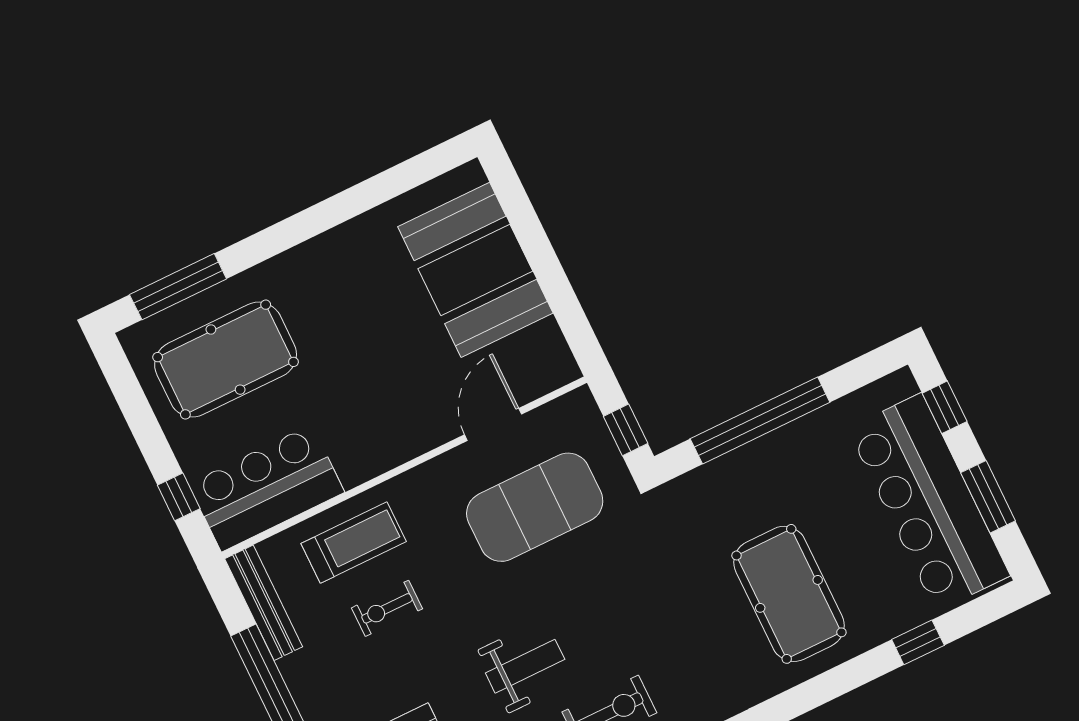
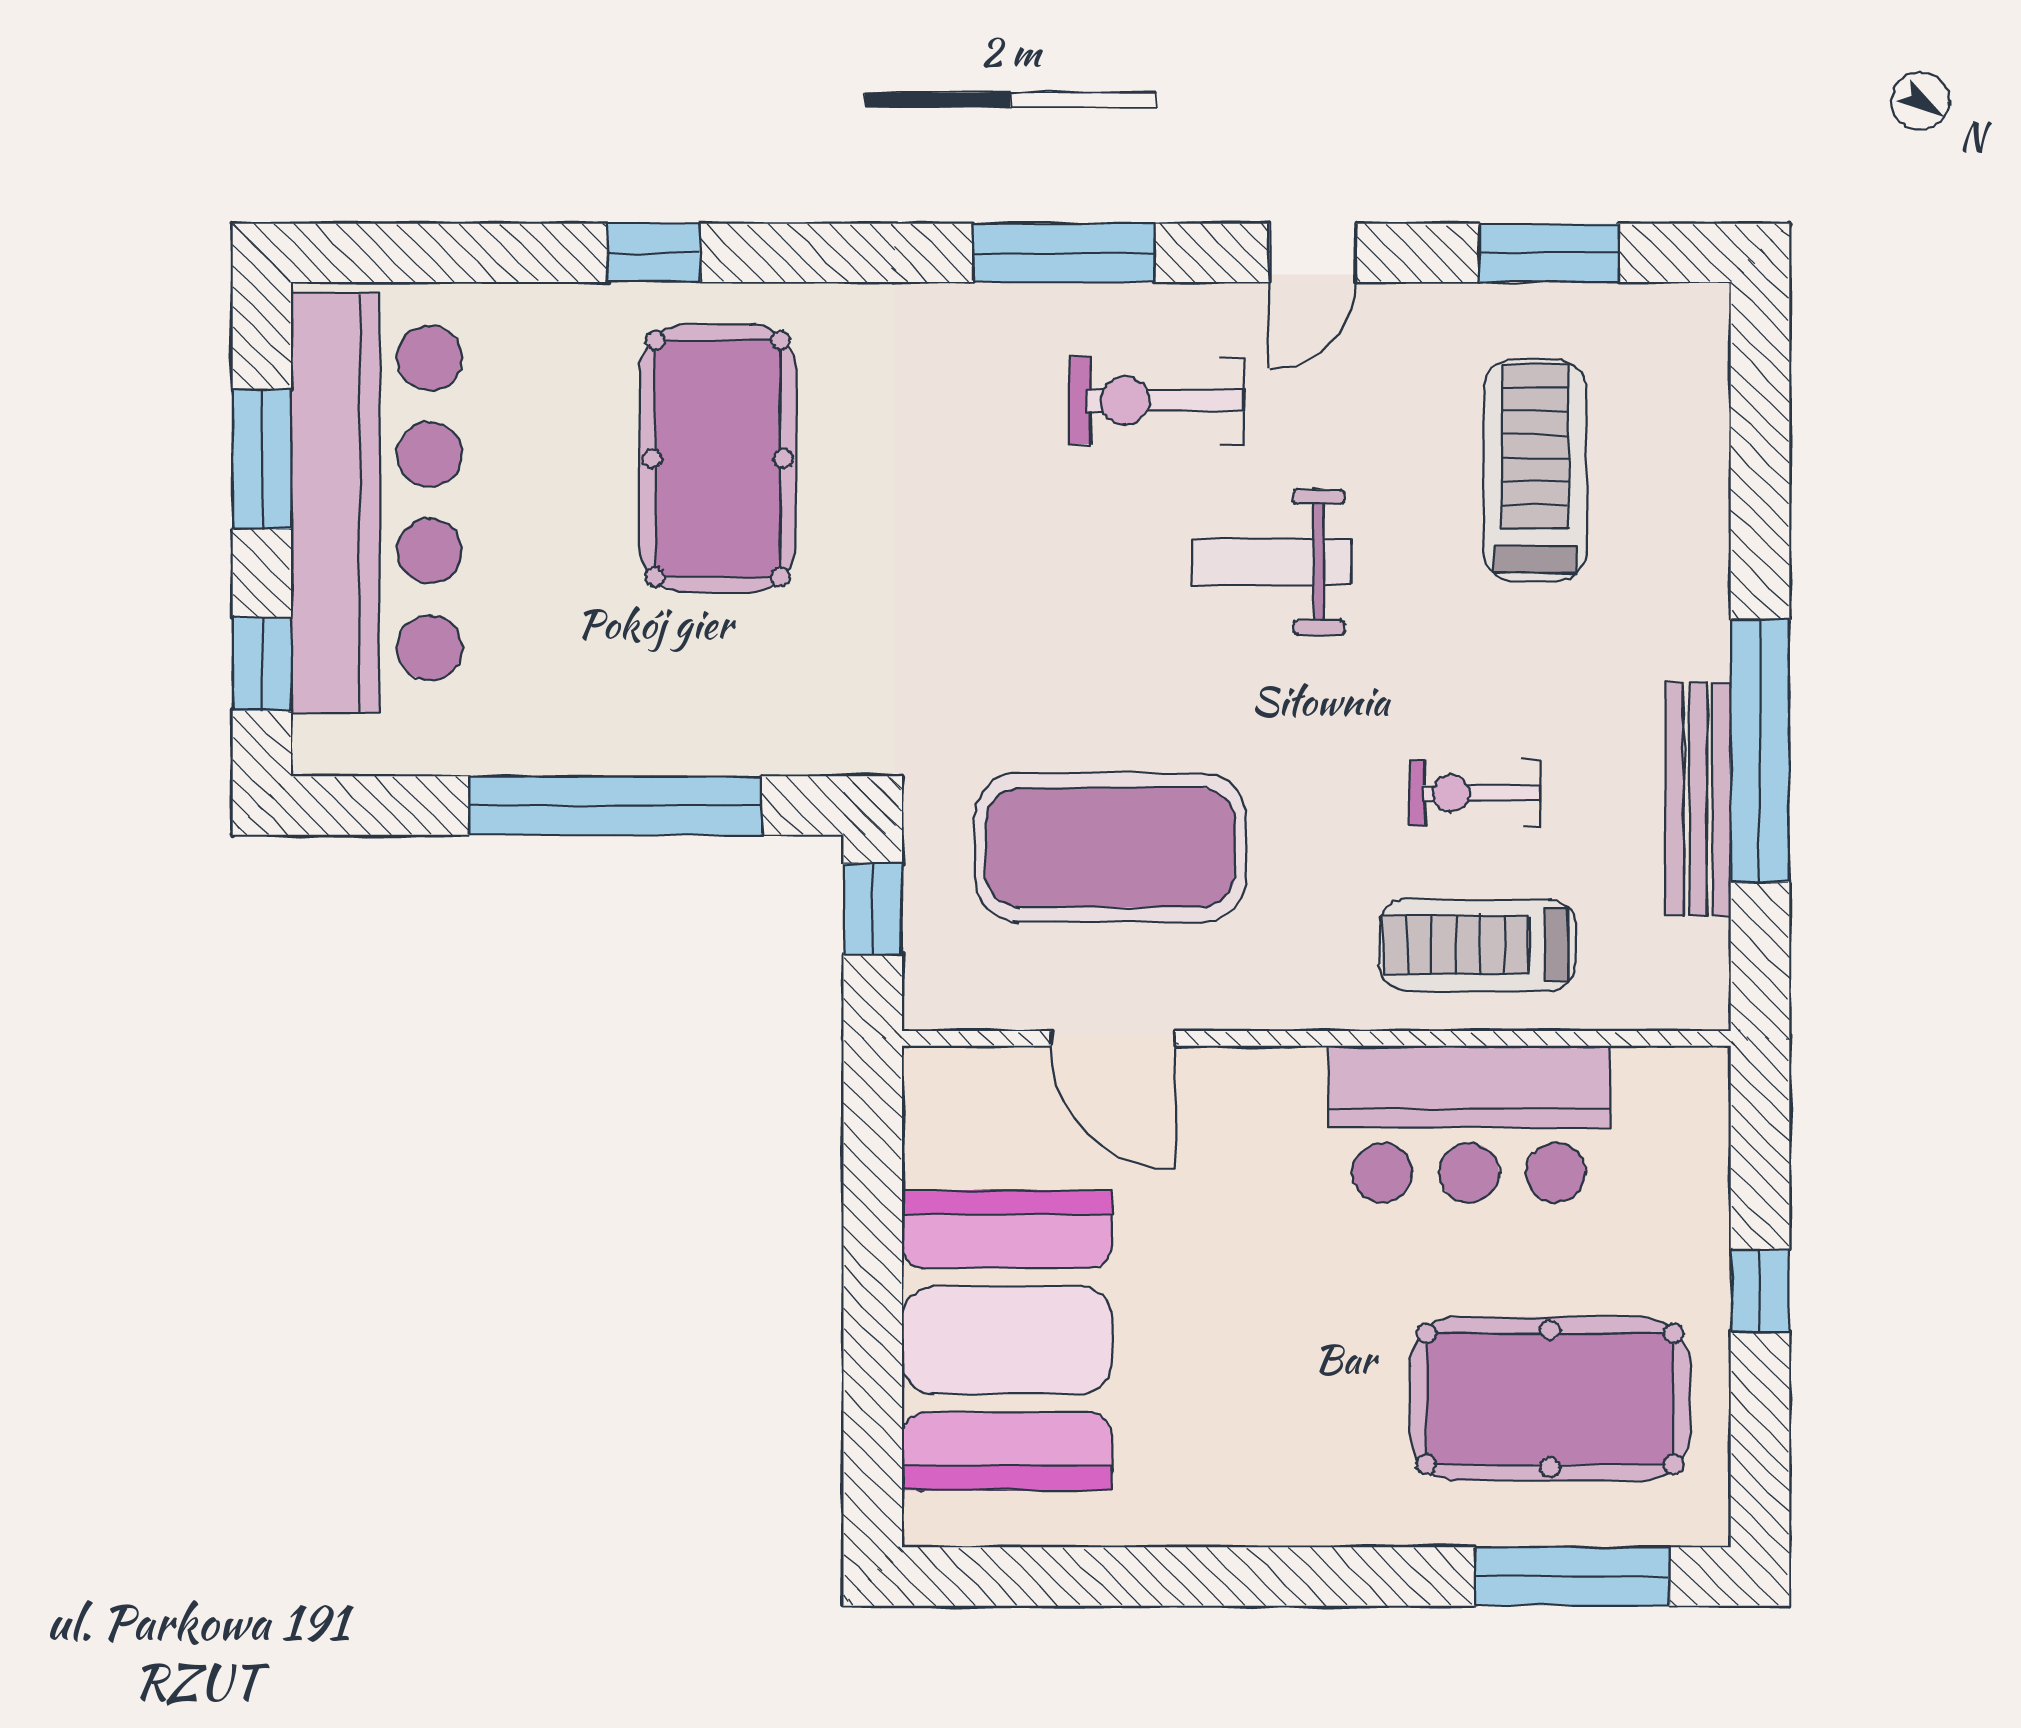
door: (493, 424) -> (1113, 1038), hinge flipped
bar counter: (267, 488) -> (1469, 1124), moved
window: (179, 497) -> (1760, 1291), moved
bench: (264, 603) -> (1698, 799), moved
exercise bike: (387, 608) -> (1475, 793), turned 180
window: (918, 642) -> (654, 253), moved

